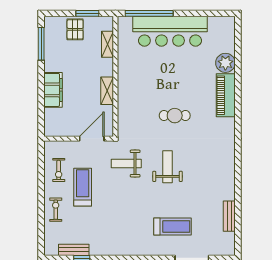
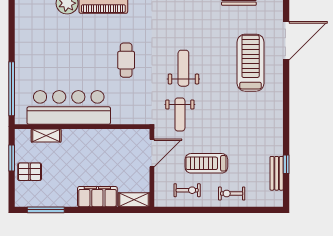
bar counter: (170, 31) -> (69, 107), moved, turned -90
shelving: (107, 91) -> (134, 200), moved
door: (92, 139) -> (152, 153), swing flipped
weight bench: (168, 167) -> (183, 68), turned 90
treadmill: (172, 227) -> (251, 63), width x1.37, depth x1.38

